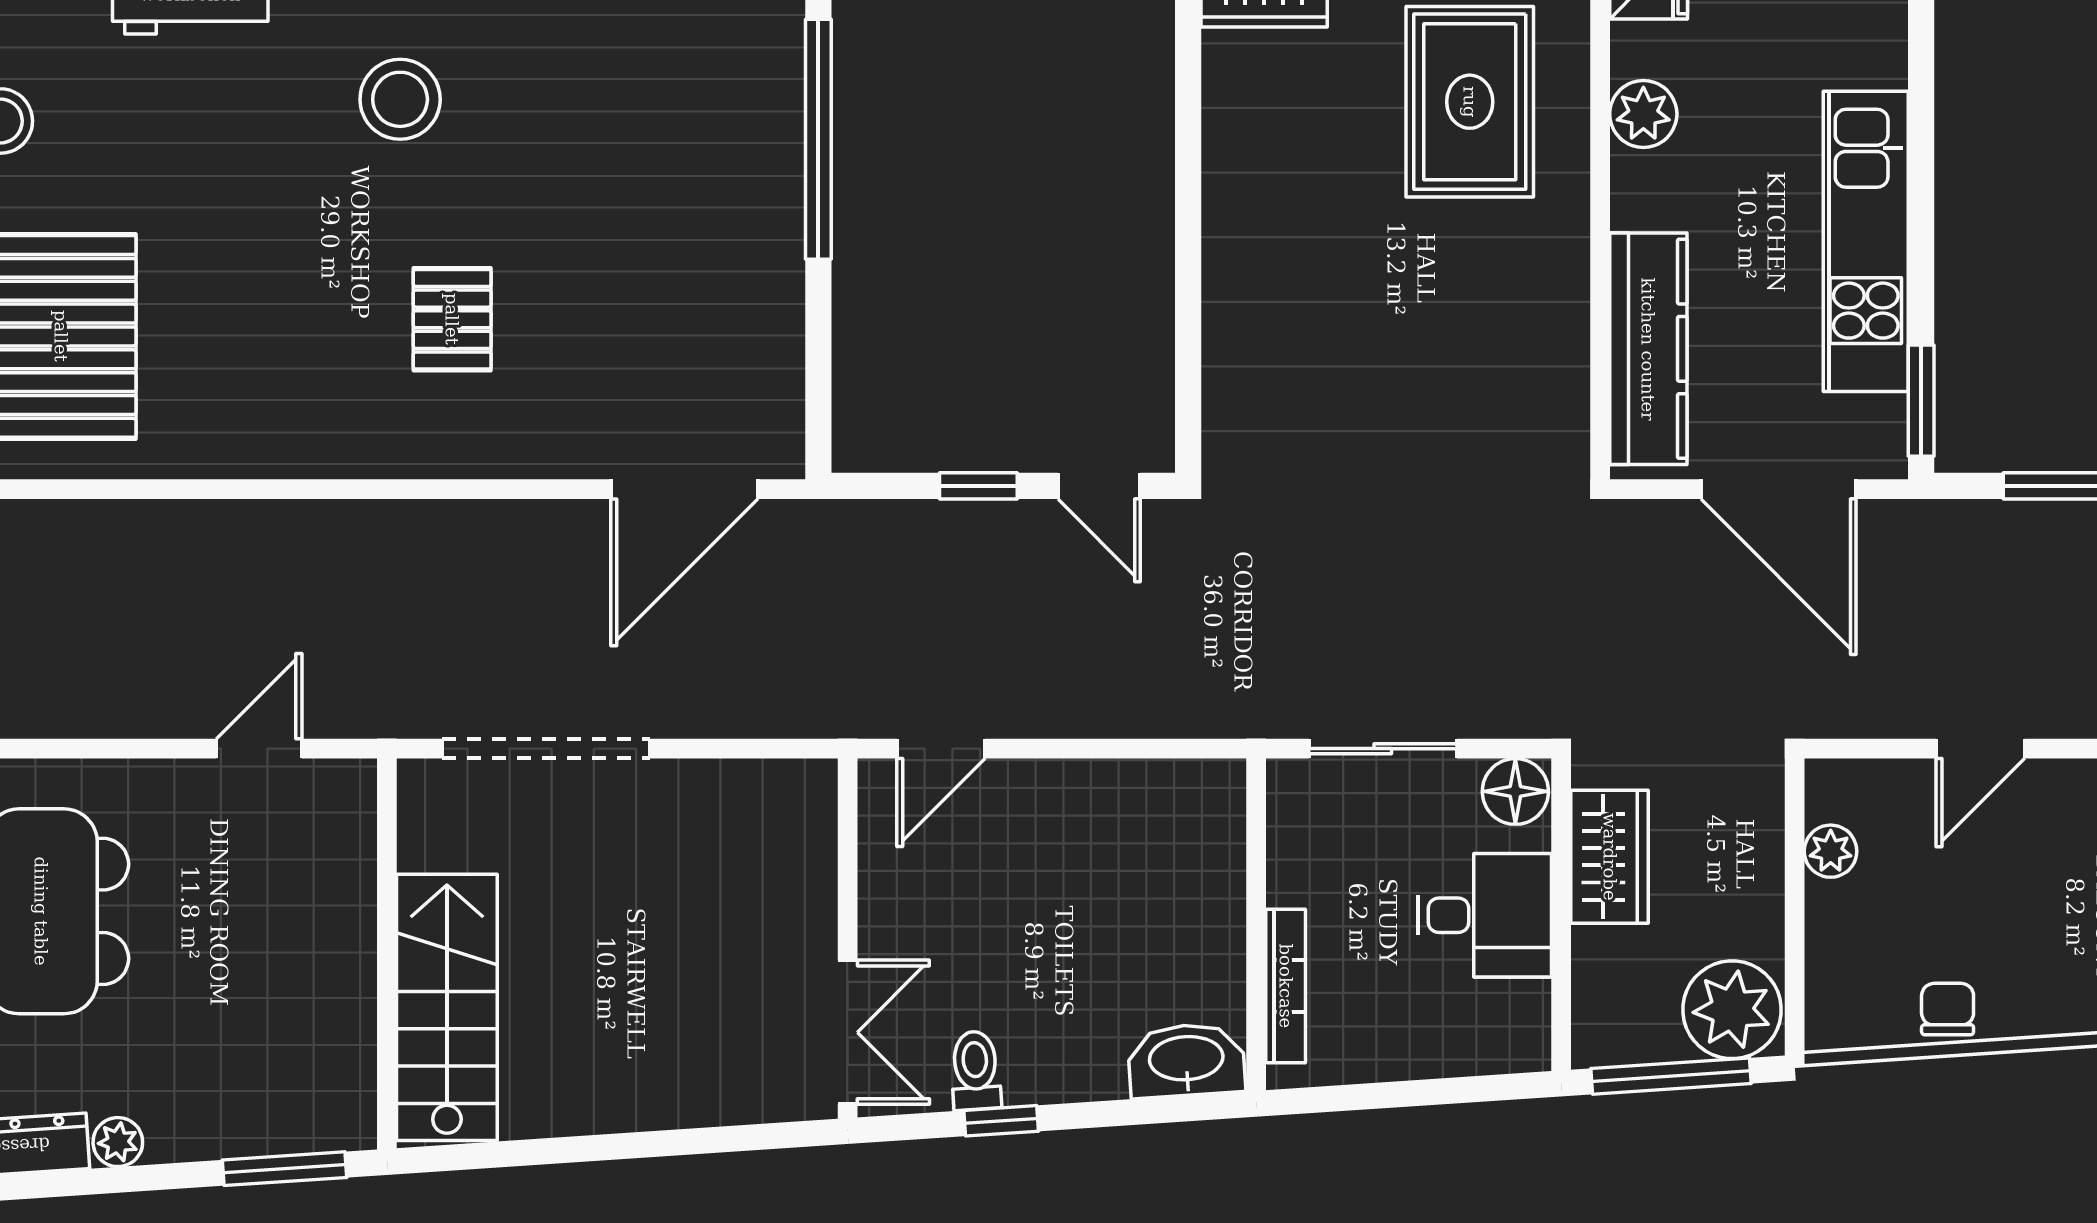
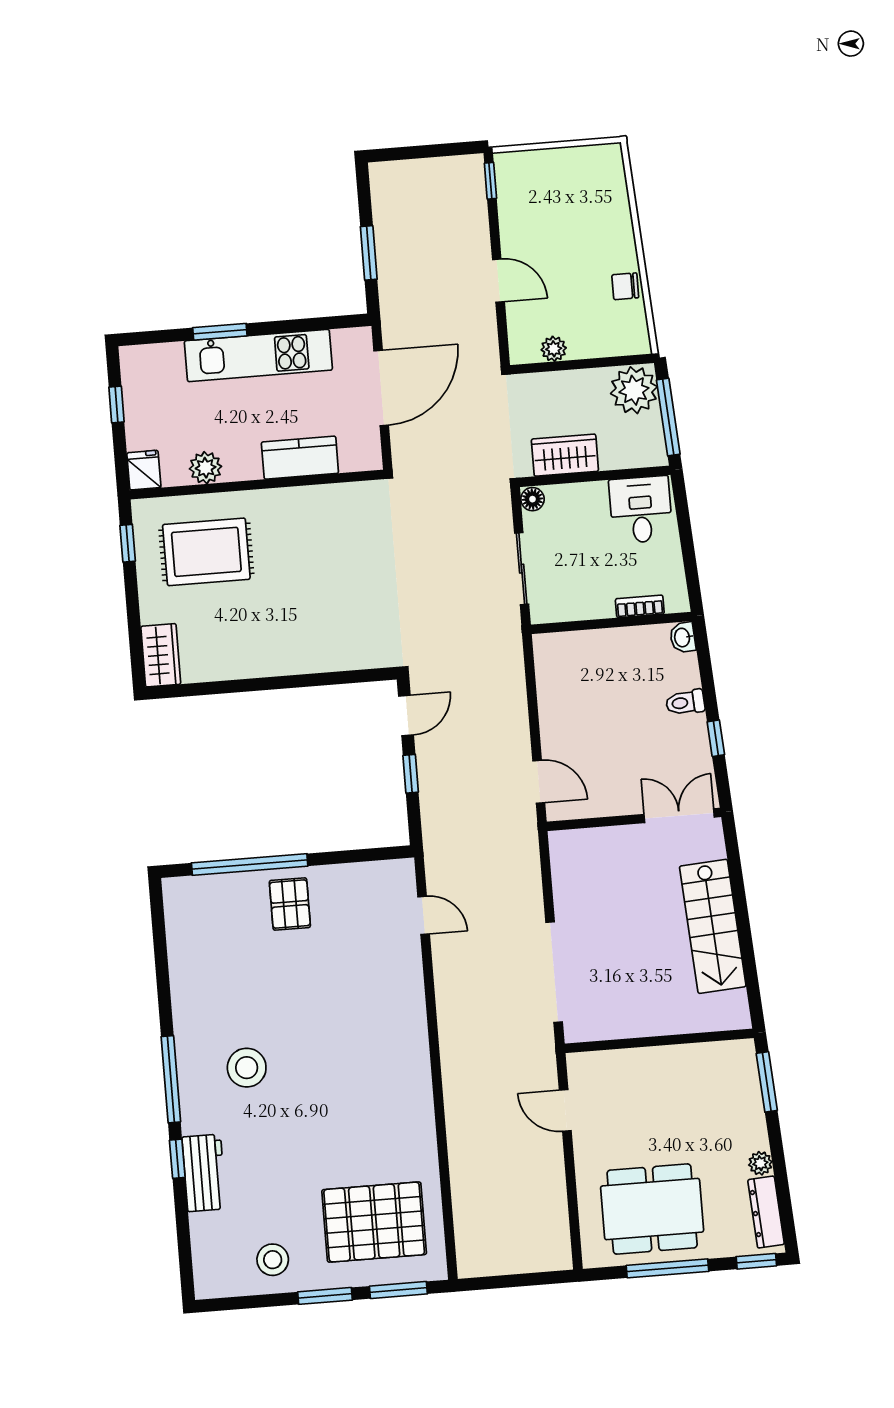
pallet: (452, 319) -> (290, 904), moved, turned 90
kitchen counter: (1648, 349) -> (300, 458), width x0.67
window: (1921, 401) -> (220, 332), moved
door: (684, 489) -> (424, 915), width x0.53
floor lamp: (1515, 791) -> (532, 499), width x0.73, depth x0.73
desk: (1485, 915) -> (641, 510), moved
bookcase: (1286, 986) -> (640, 606), width x0.64
stairs: (447, 1007) -> (713, 926), moved, turned -94
washbasin: (1186, 1060) -> (683, 637), width x0.52, depth x0.69
toilet: (975, 1070) -> (685, 702), moved

